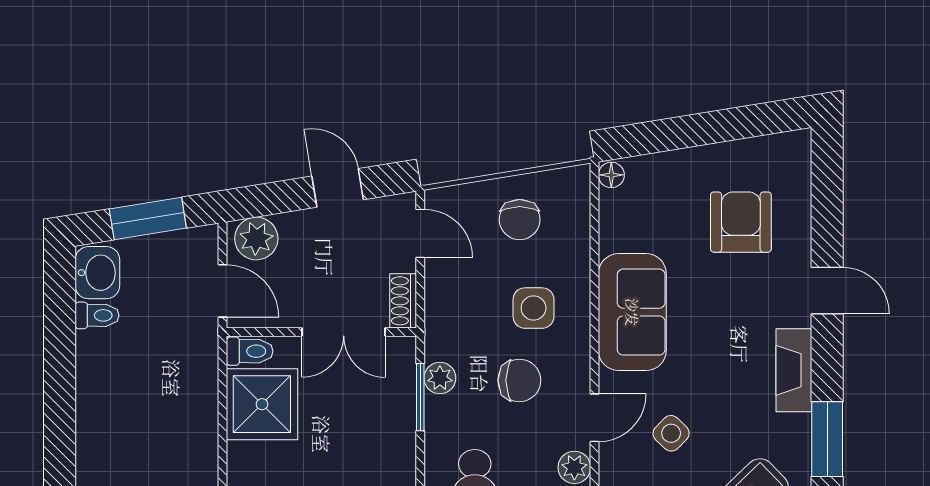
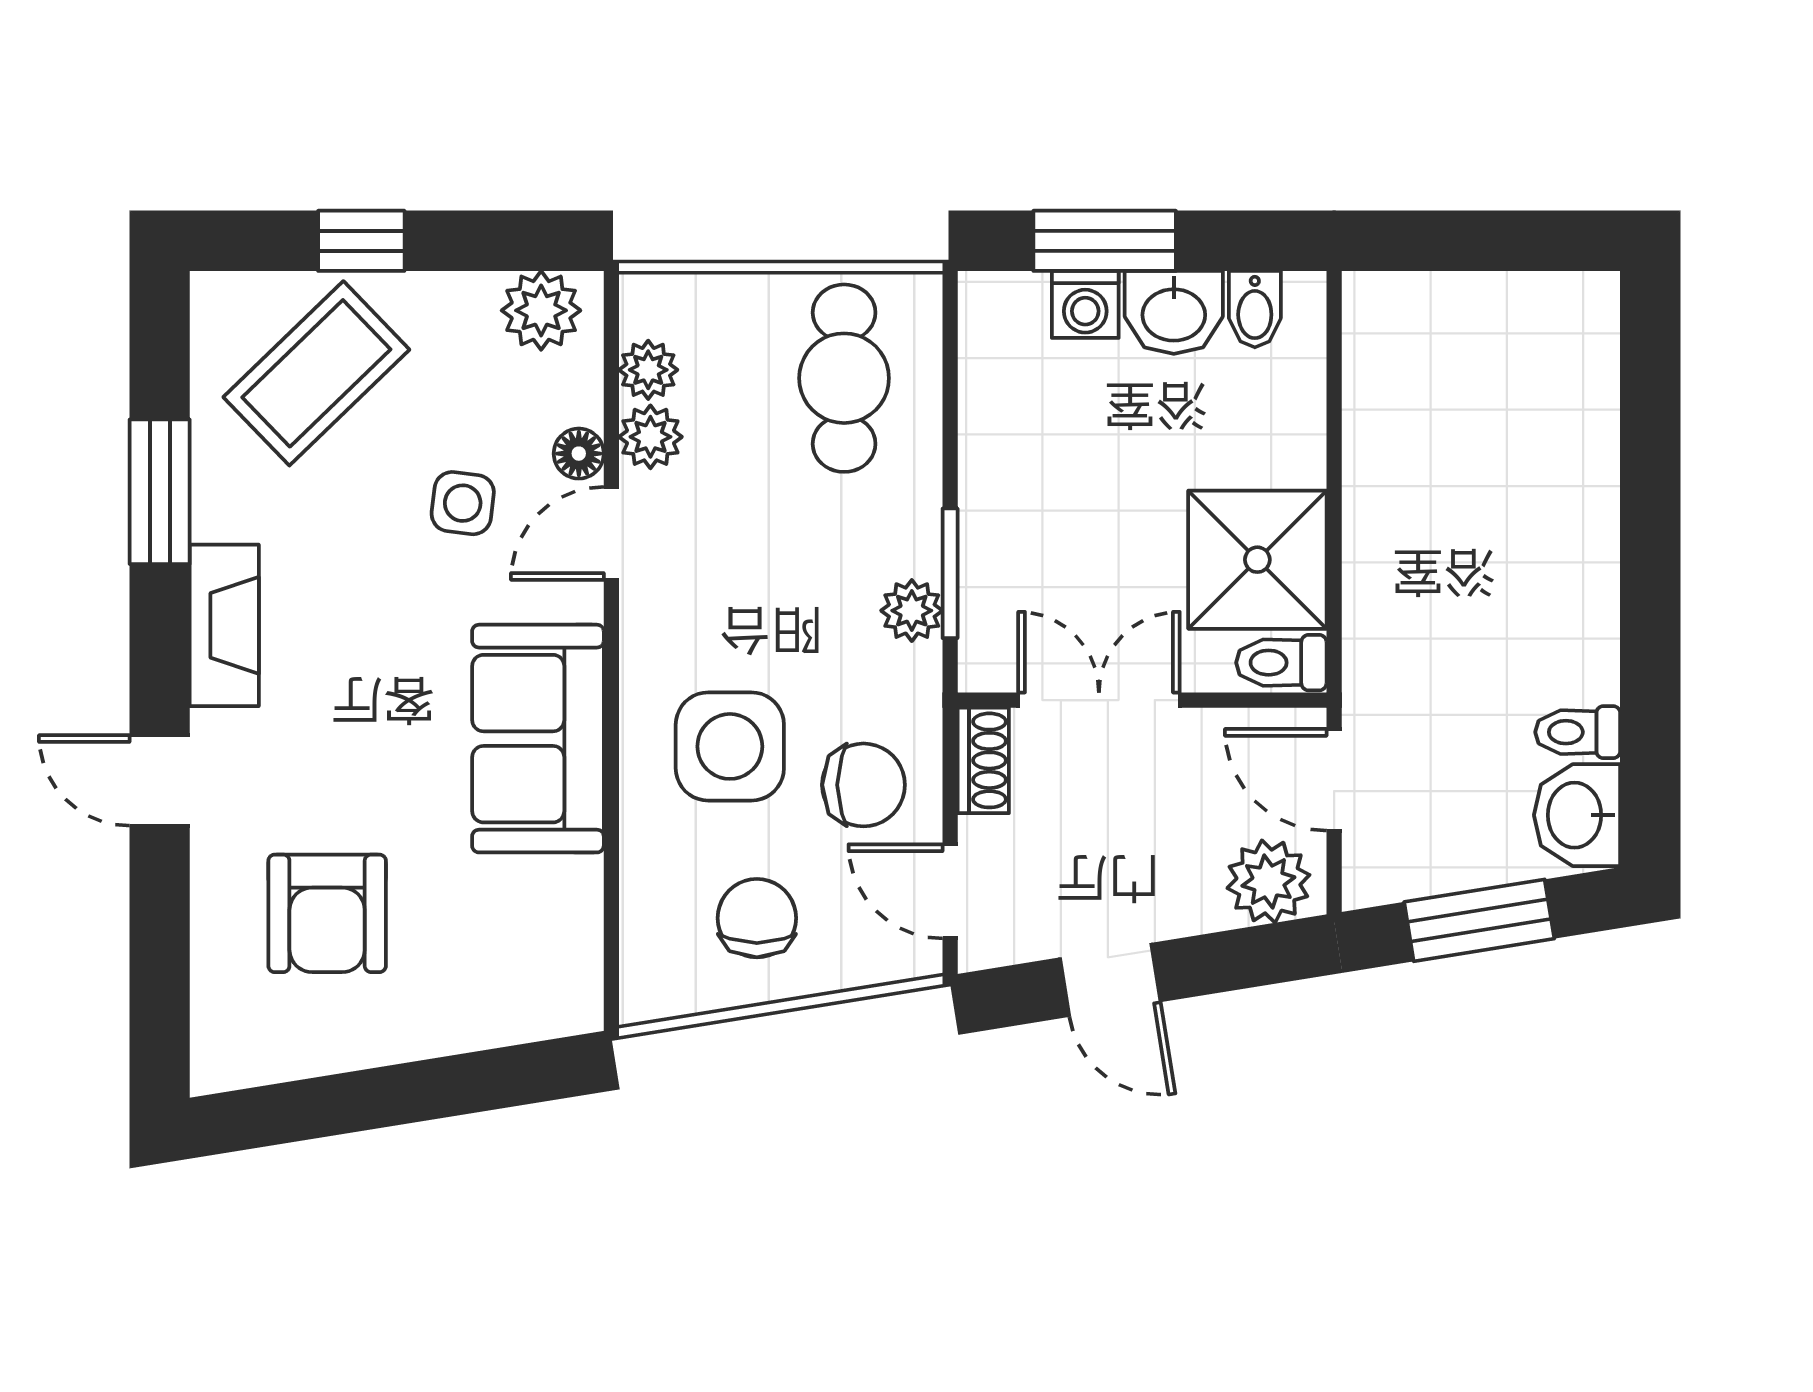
floor lamp: (611, 175) -> (579, 454), moved
side table: (534, 308) -> (730, 746), width x1.37, depth x1.37
chair: (519, 380) -> (864, 785), moved, turned 180
side table: (671, 433) -> (463, 503), turned -37

